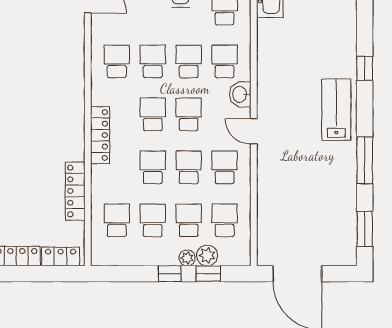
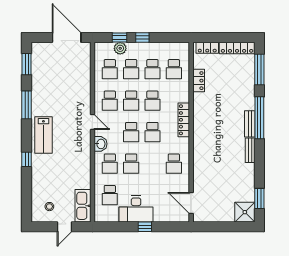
school desk: (153, 61) -> (152, 164), removed
locker: (75, 191) -> (199, 81), width x0.66
plant: (187, 258) -> (132, 47), removed

